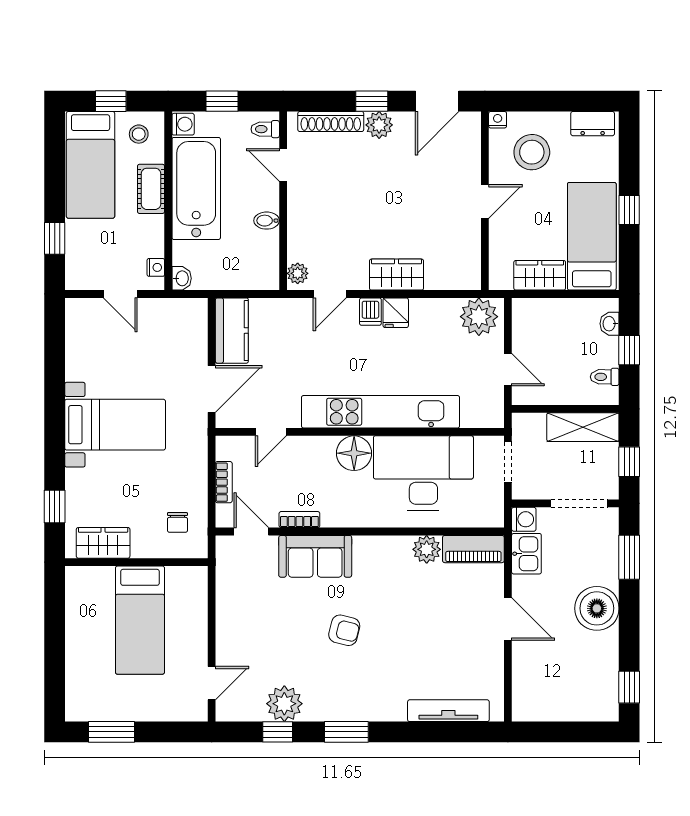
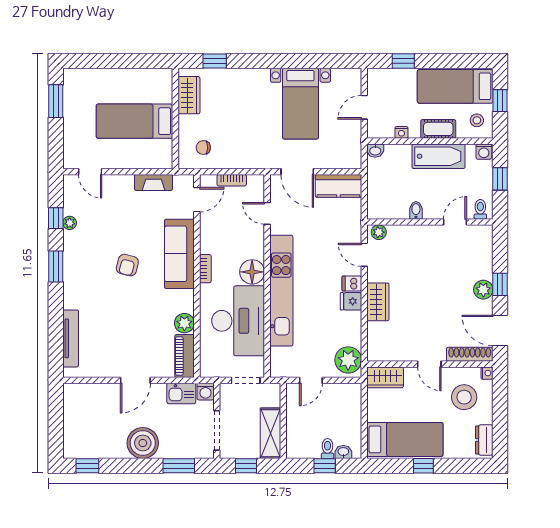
shoe rack: (331, 122) -> (470, 354), moved, turned 90
bathtub: (196, 188) -> (439, 156), width x0.73, depth x0.73
nightstand: (156, 267) -> (401, 132), moved
wardrobe: (540, 275) -> (385, 377), moved, turned 90
toilet: (605, 377) -> (328, 449), moved
bed with nightstands: (115, 425) -> (300, 104), moved
bookcase: (299, 520) -> (205, 269), moved
sofa: (315, 556) -> (179, 254), width x1.36
fireplace: (227, 593) -> (153, 182), added
plant: (284, 704) -> (70, 223), width x0.53, depth x0.53

